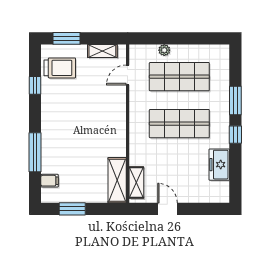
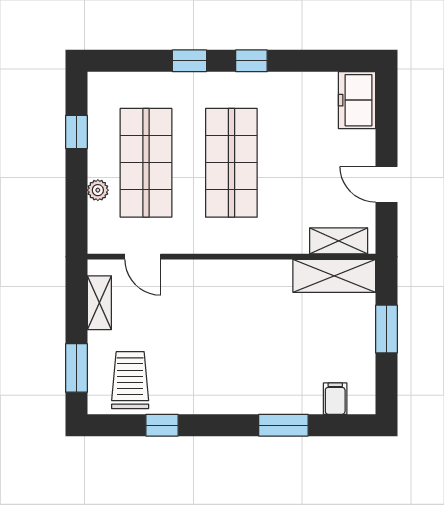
window: (196, 38) -> (76, 132), added
window: (235, 101) -> (189, 61), width x0.67
window: (35, 152) -> (283, 425), width x0.69
freezer: (219, 165) -> (357, 100), moved, turned 90
window: (72, 209) -> (386, 329), moved
door: (167, 209) -> (386, 184), hinge flipped

